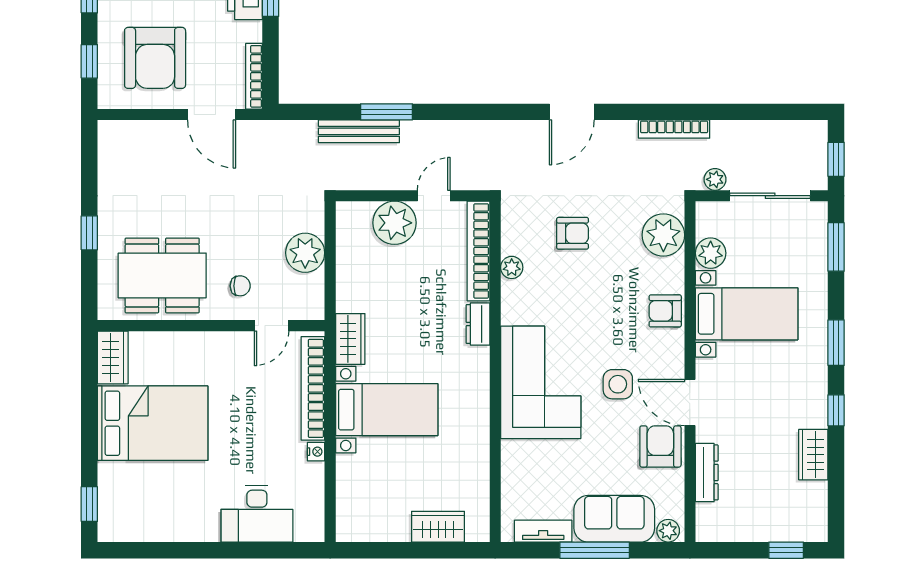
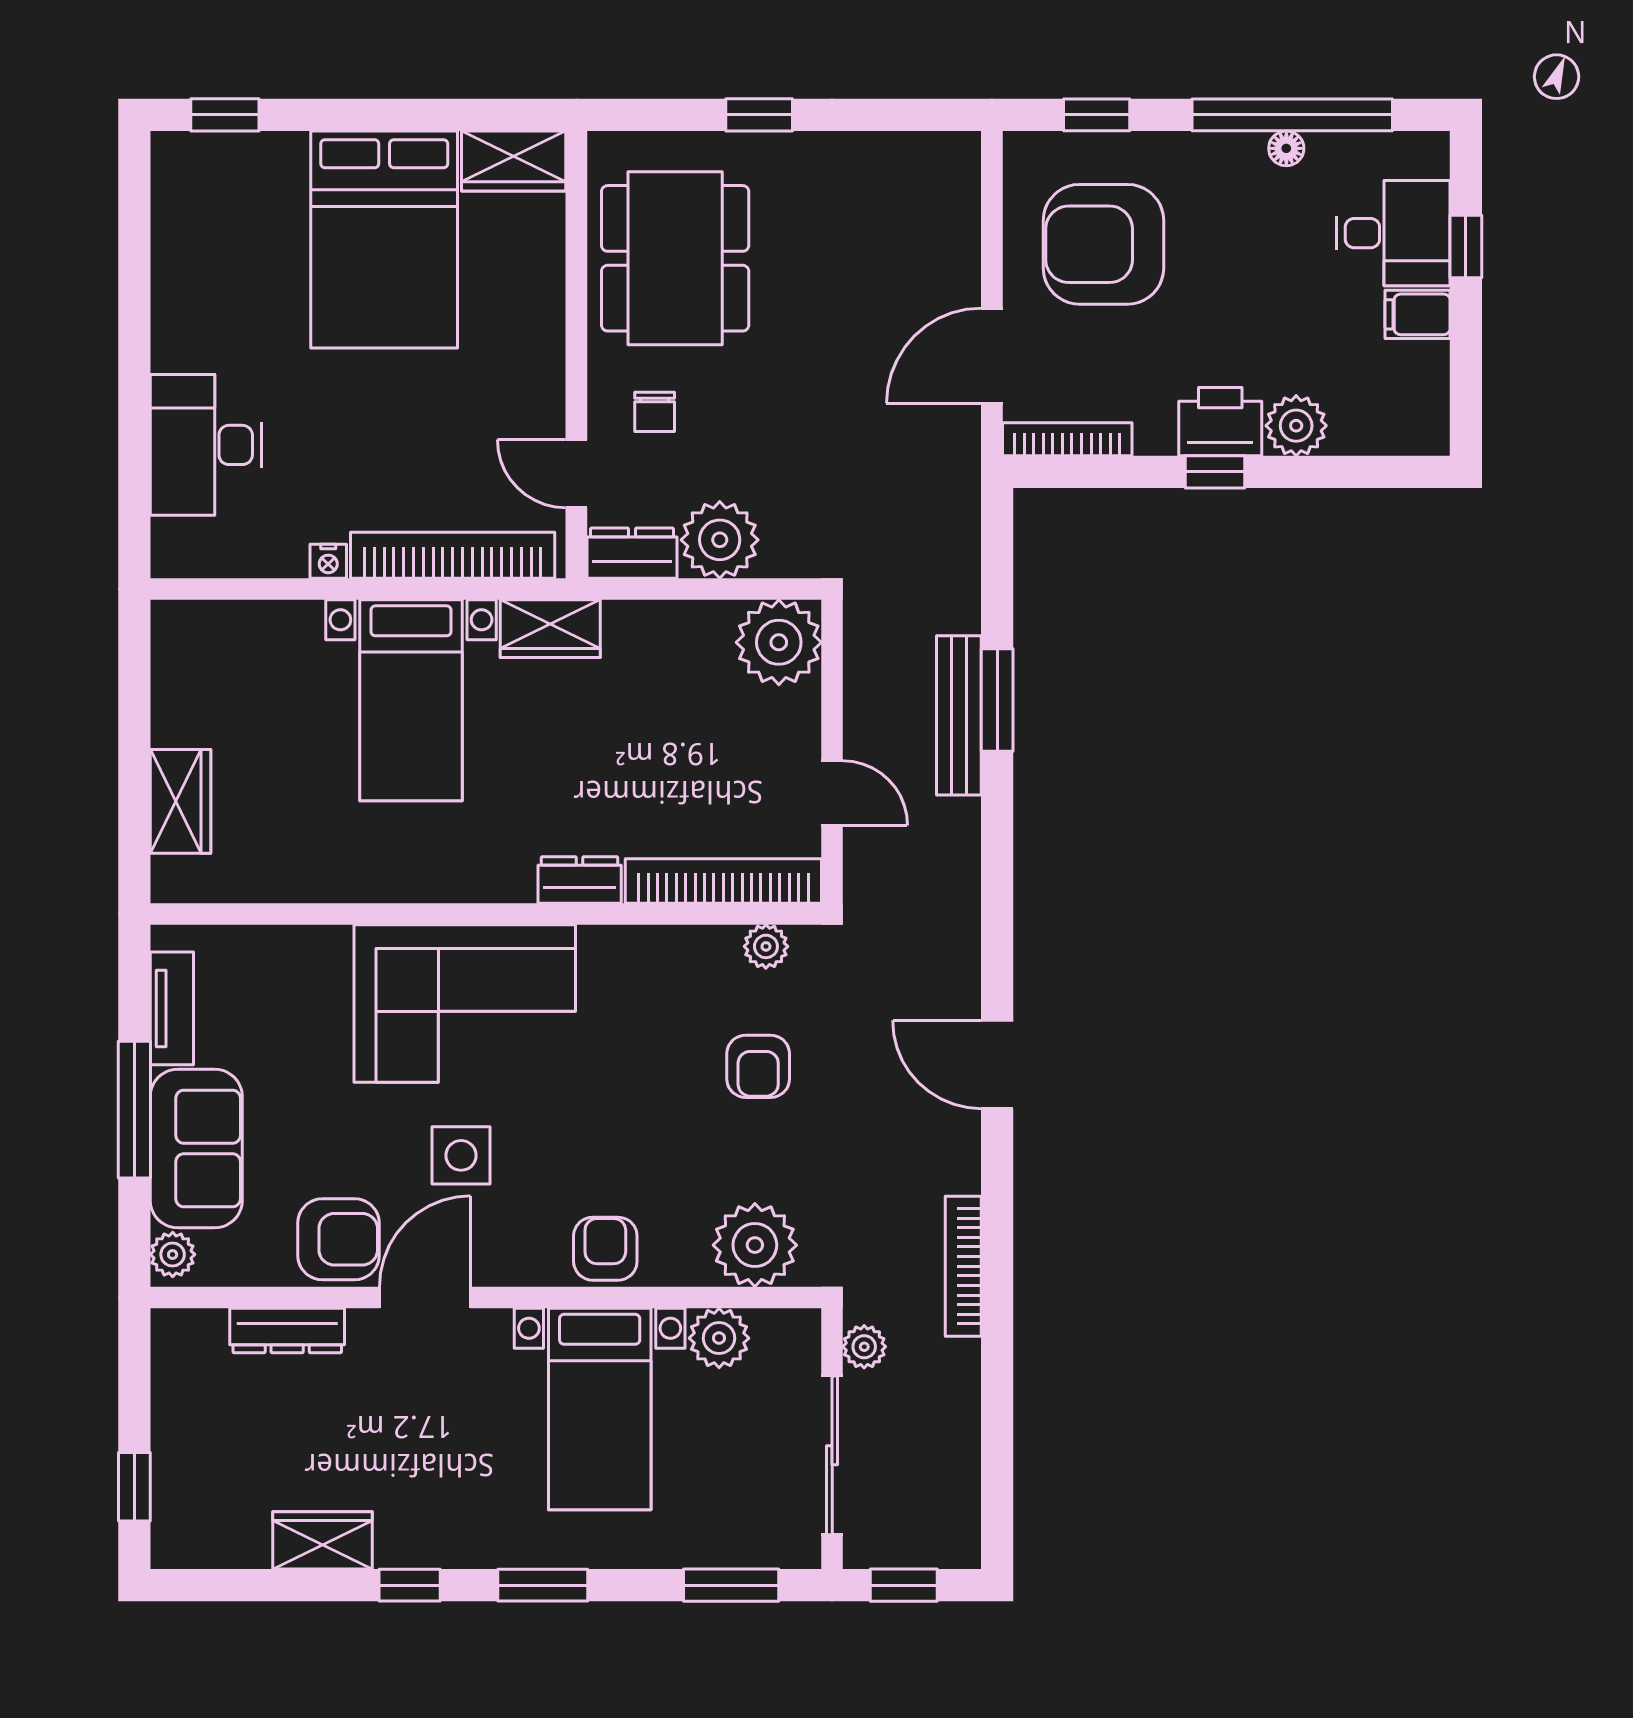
bench: (359, 131) -> (959, 715), moved
plant: (394, 223) -> (779, 642), moved
plant: (512, 267) -> (766, 946), moved
dresser: (312, 297) -> (632, 553), added

